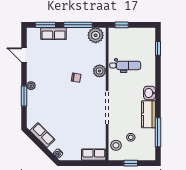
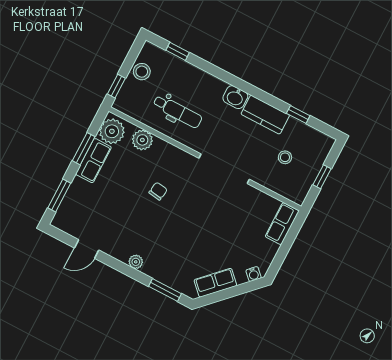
window: (78, 25) -> (84, 149), width x0.69
row of seats: (54, 34) -> (93, 161), moved
dental chair: (125, 65) -> (178, 111), turned 90
plant: (100, 71) -> (142, 140), moved
window: (24, 96) -> (165, 290), moved
window: (158, 132) -> (298, 114), width x0.46
stool: (116, 145) -> (142, 72), moved

